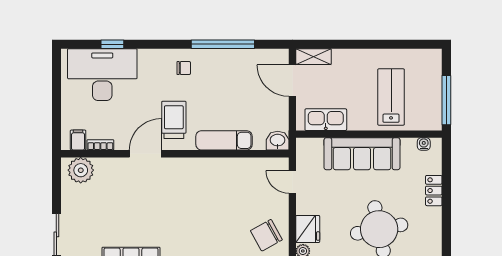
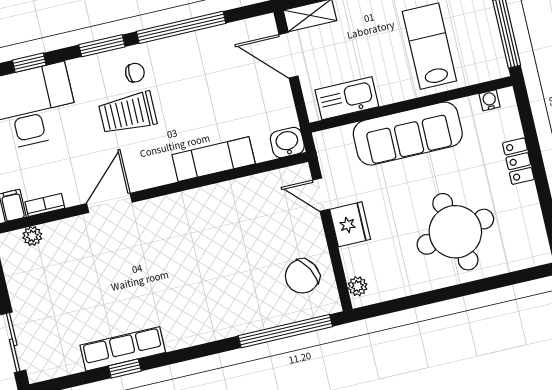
window: (165, 44) -> (102, 46), added
trolley: (174, 120) -> (128, 113), moved, turned -90
plant: (81, 170) -> (32, 236), width x0.53, depth x0.53
fridge: (308, 229) -> (350, 224), moved

